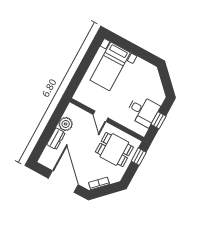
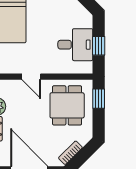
dining table: (114, 149) -> (67, 105), turned 90

